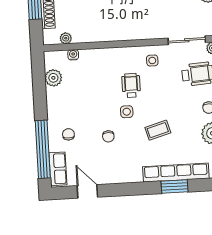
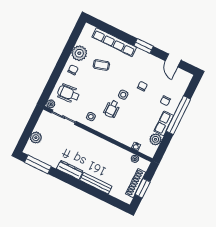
coffee table: (158, 130) -> (101, 65), moved
window: (43, 149) -> (178, 115), moved
row of seats: (58, 169) -> (164, 123), moved
window: (174, 187) -> (144, 46), moved

